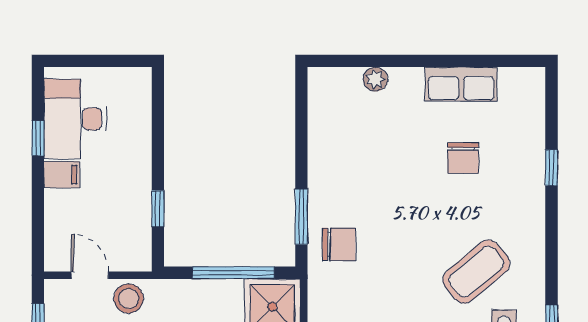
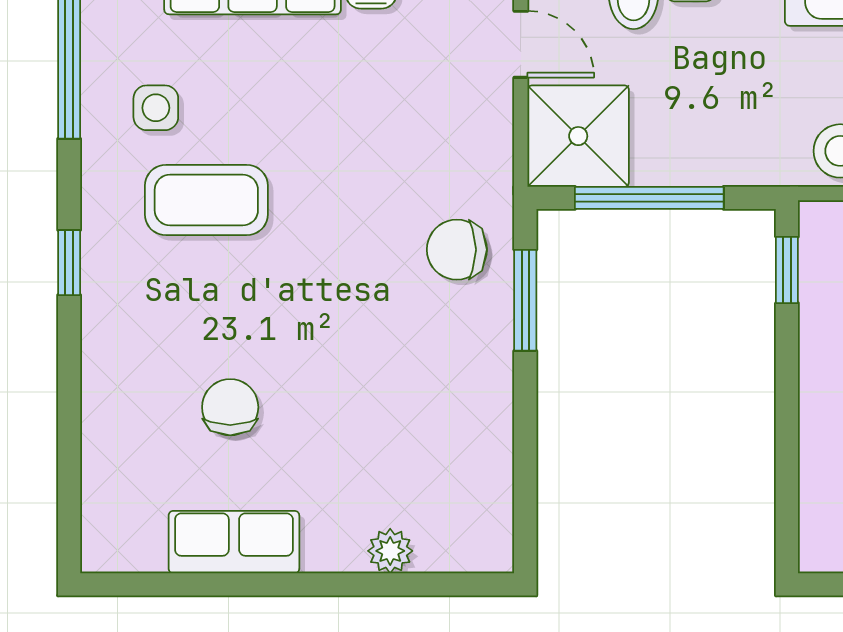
window: (551, 168) -> (69, 263), moved
window: (158, 209) -> (787, 270), moved
coffee table: (476, 272) -> (206, 200), turned 40

